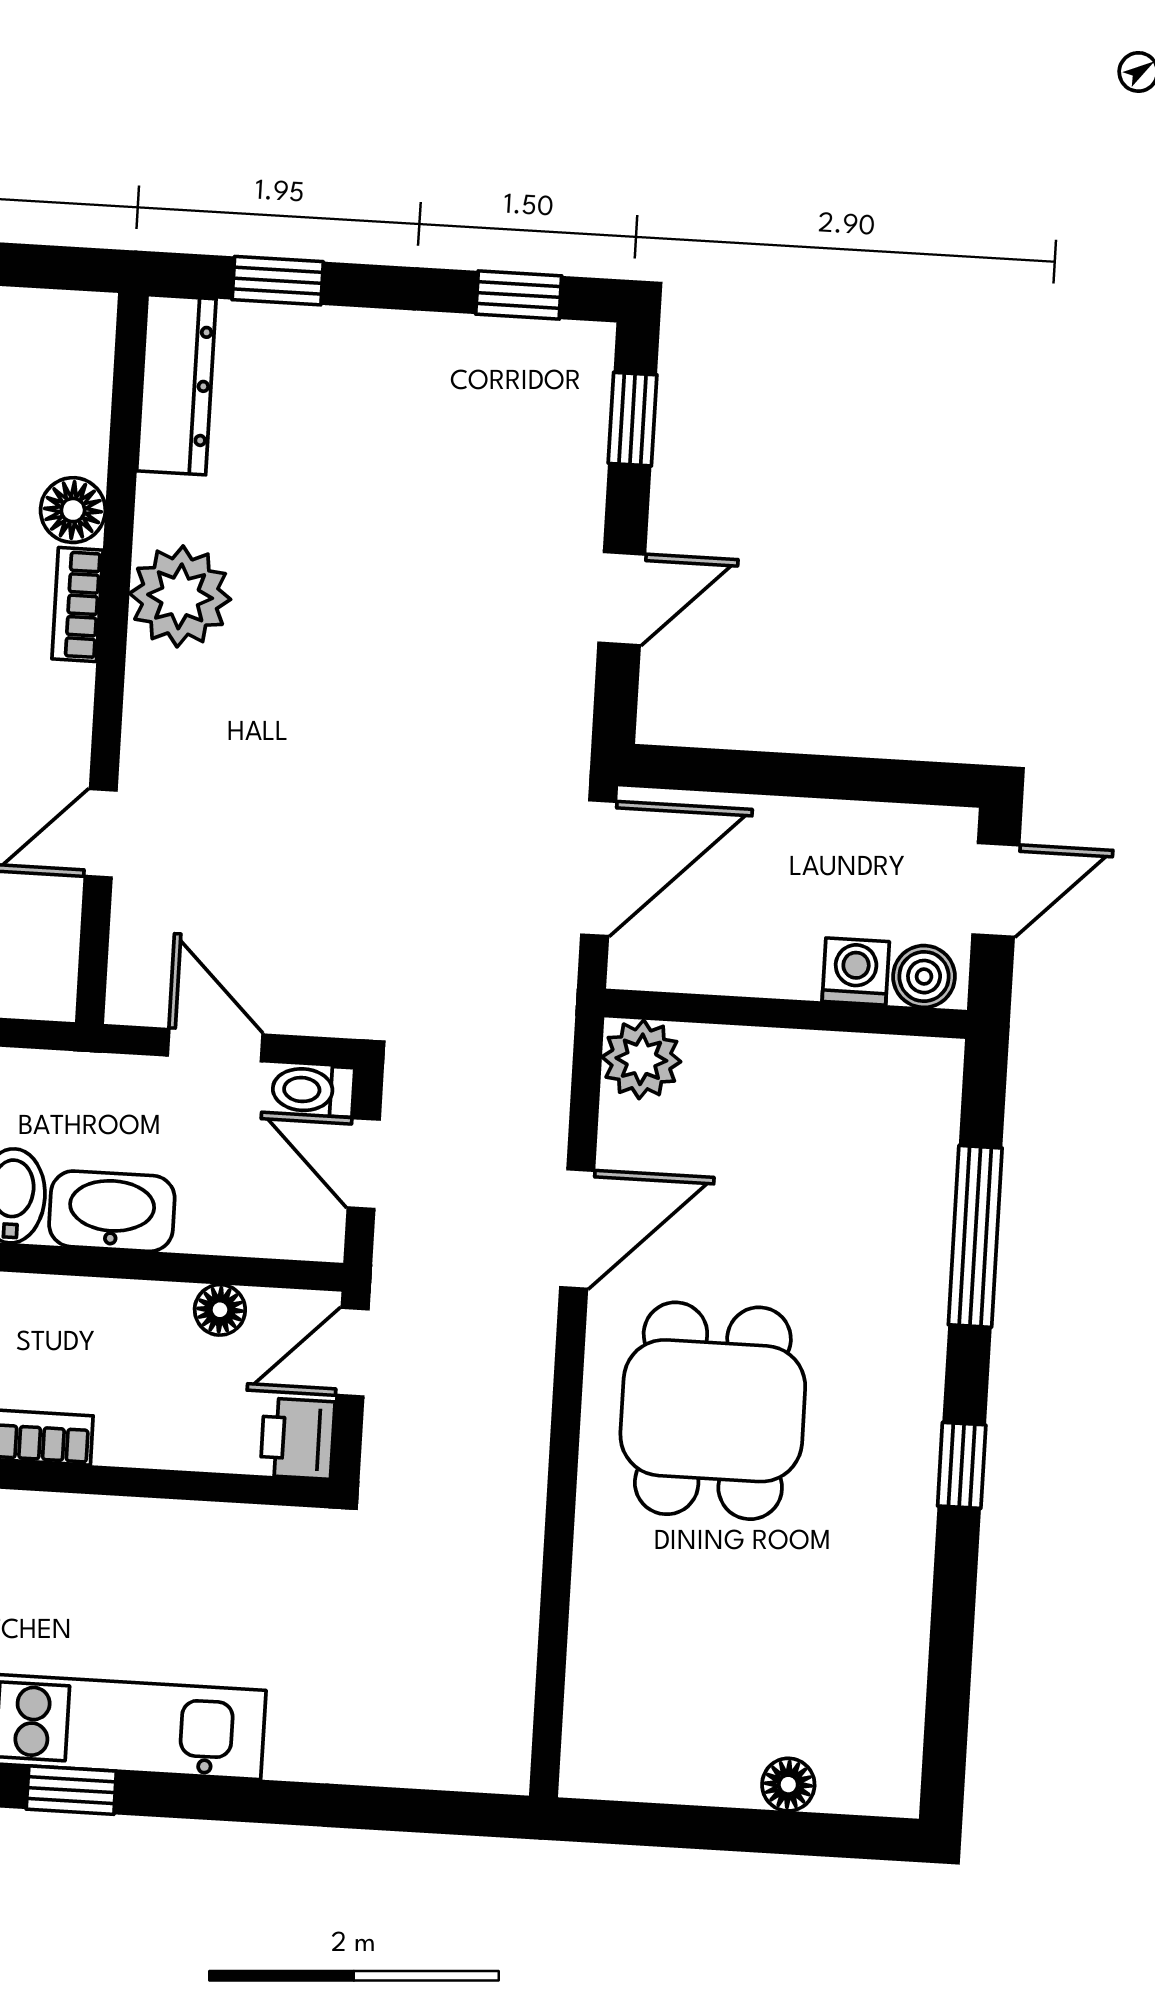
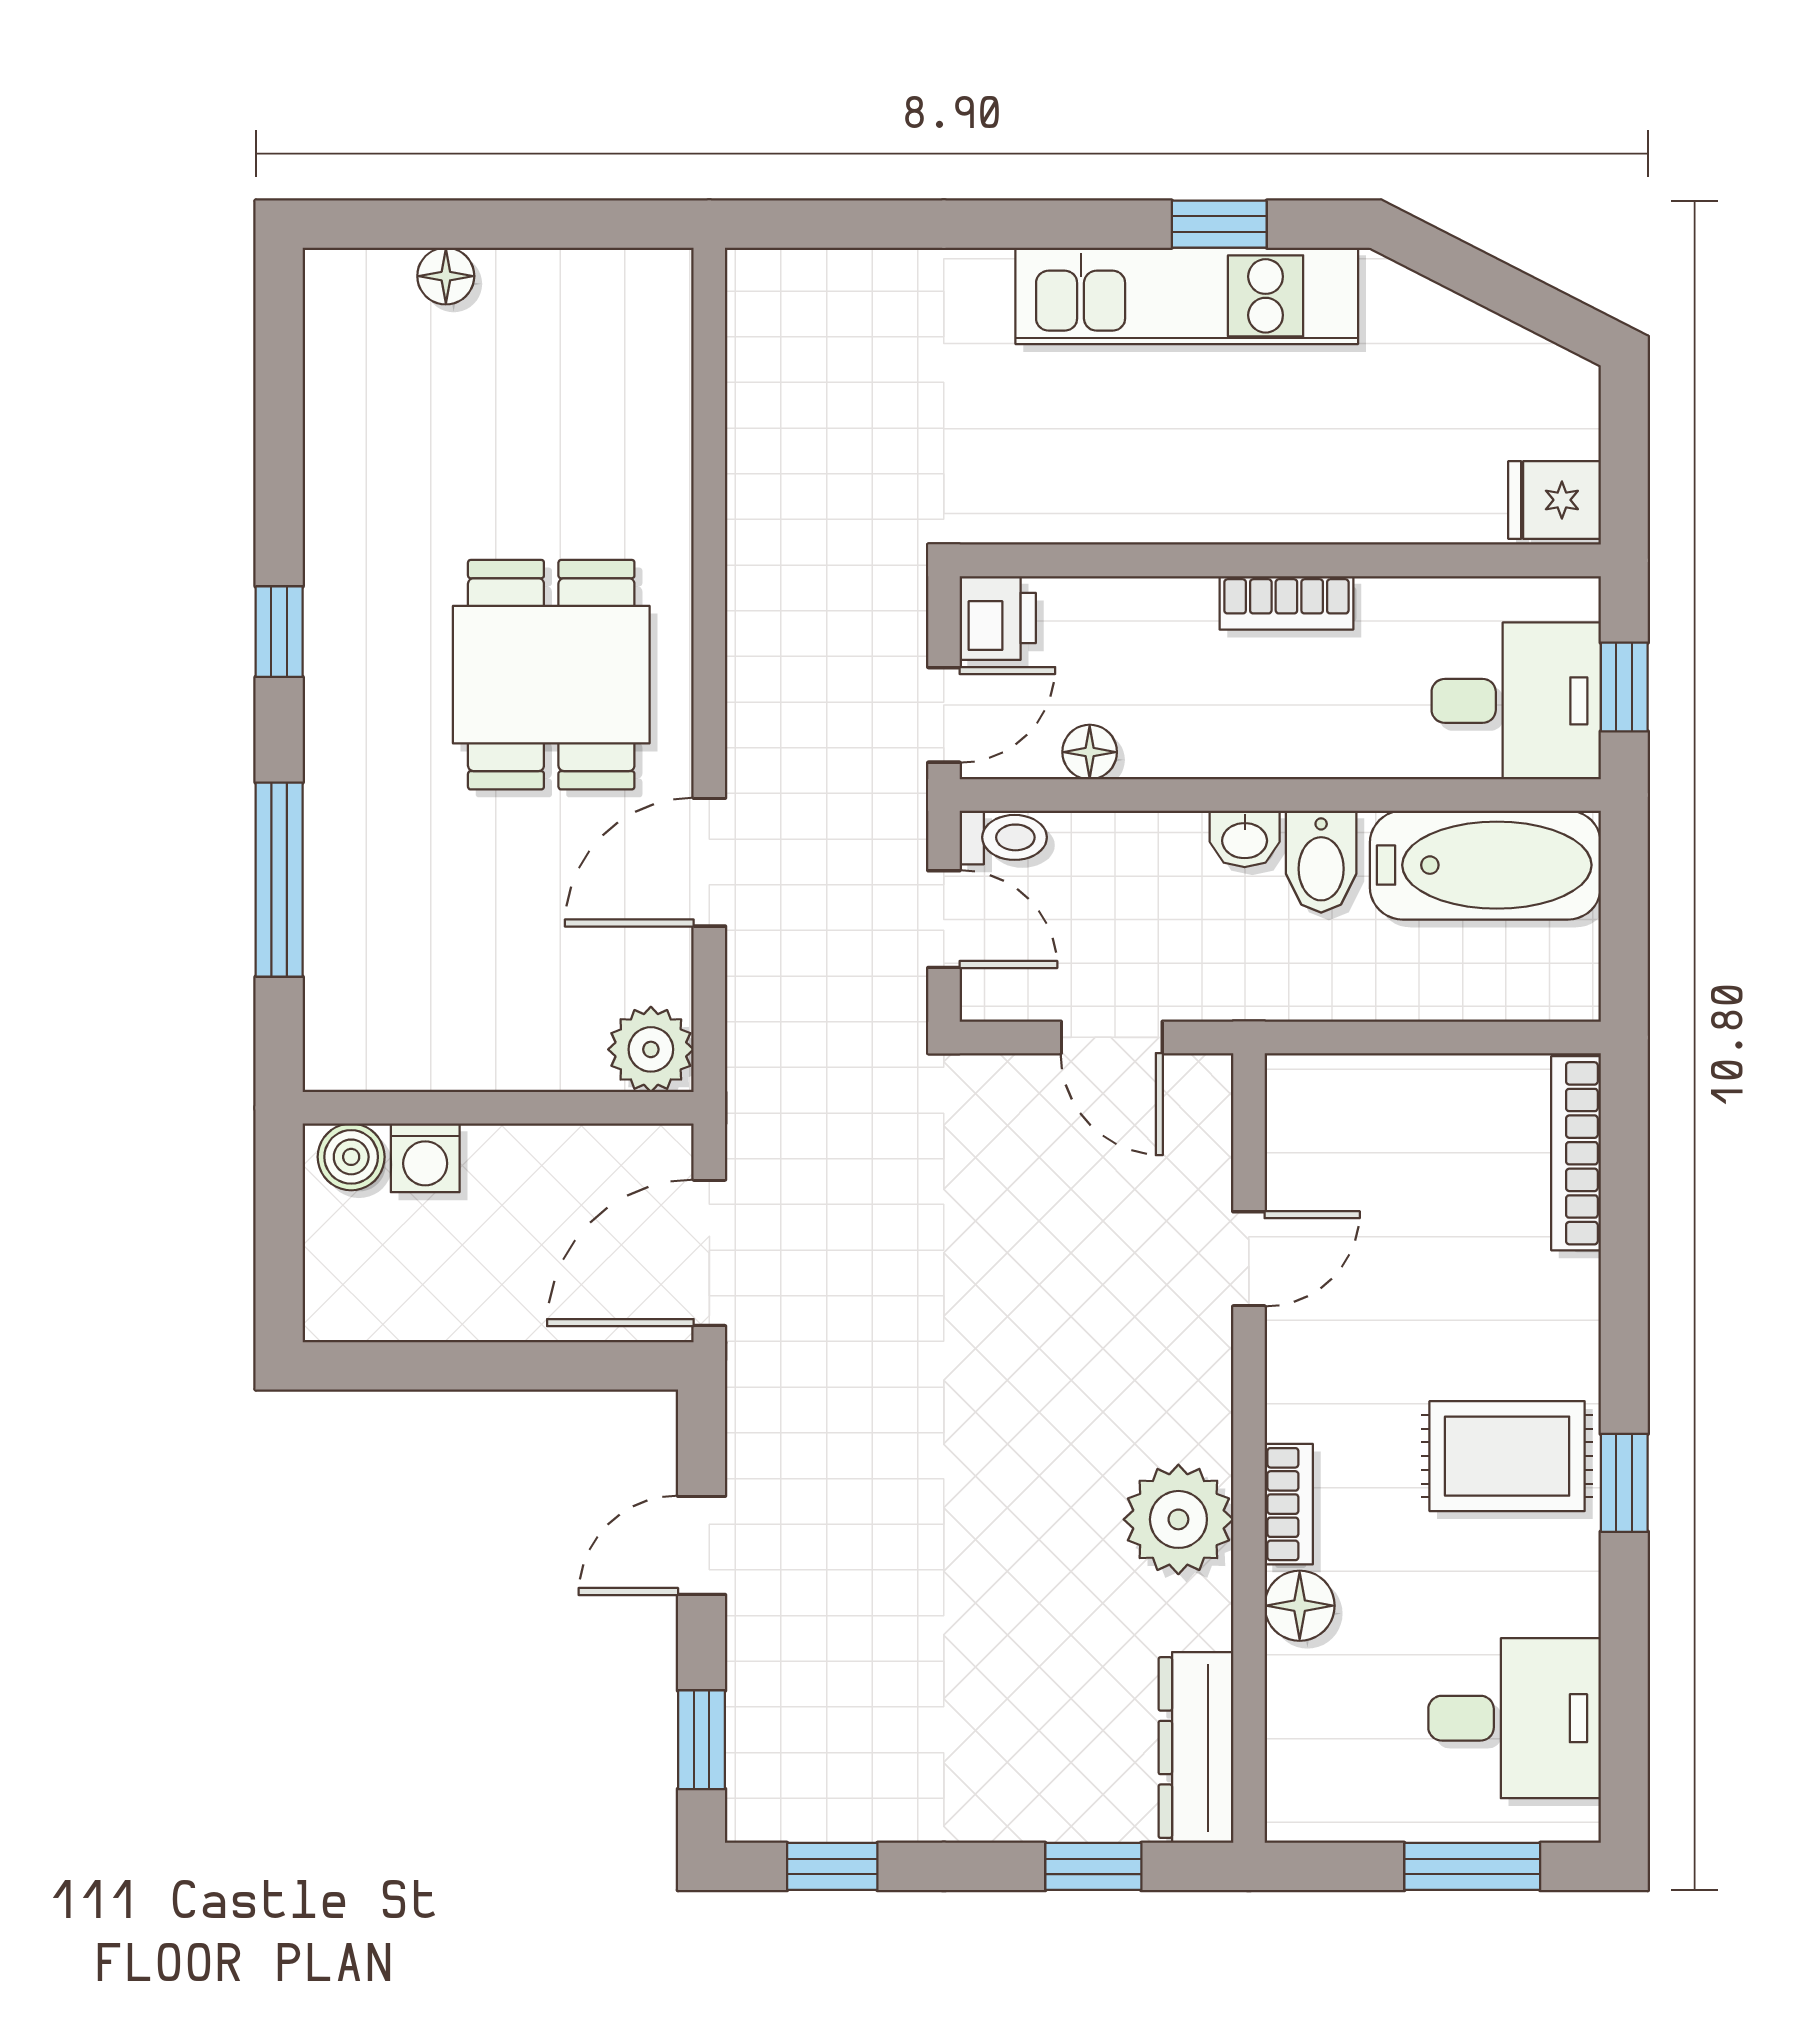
door: (996, 890) -> (279, 1255), removed
toilet: (313, 1090) -> (1003, 837), moved
washbasin: (112, 1211) -> (1245, 839), width x0.52, depth x0.69

